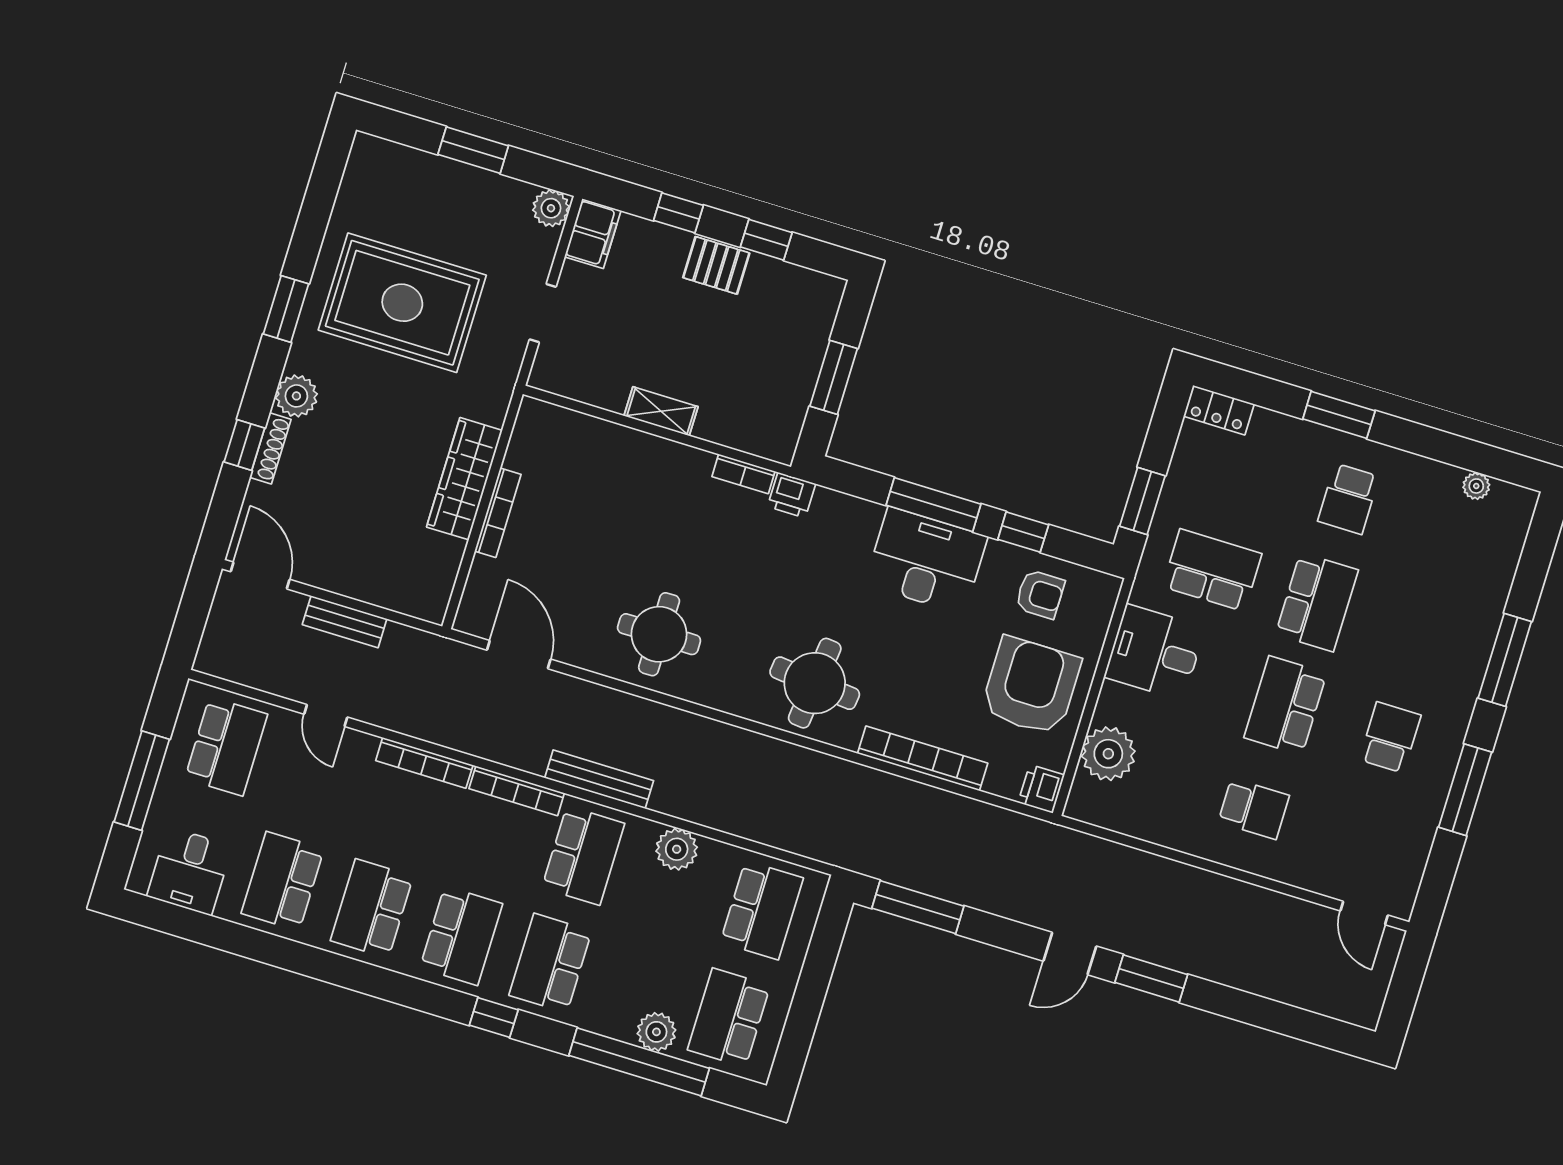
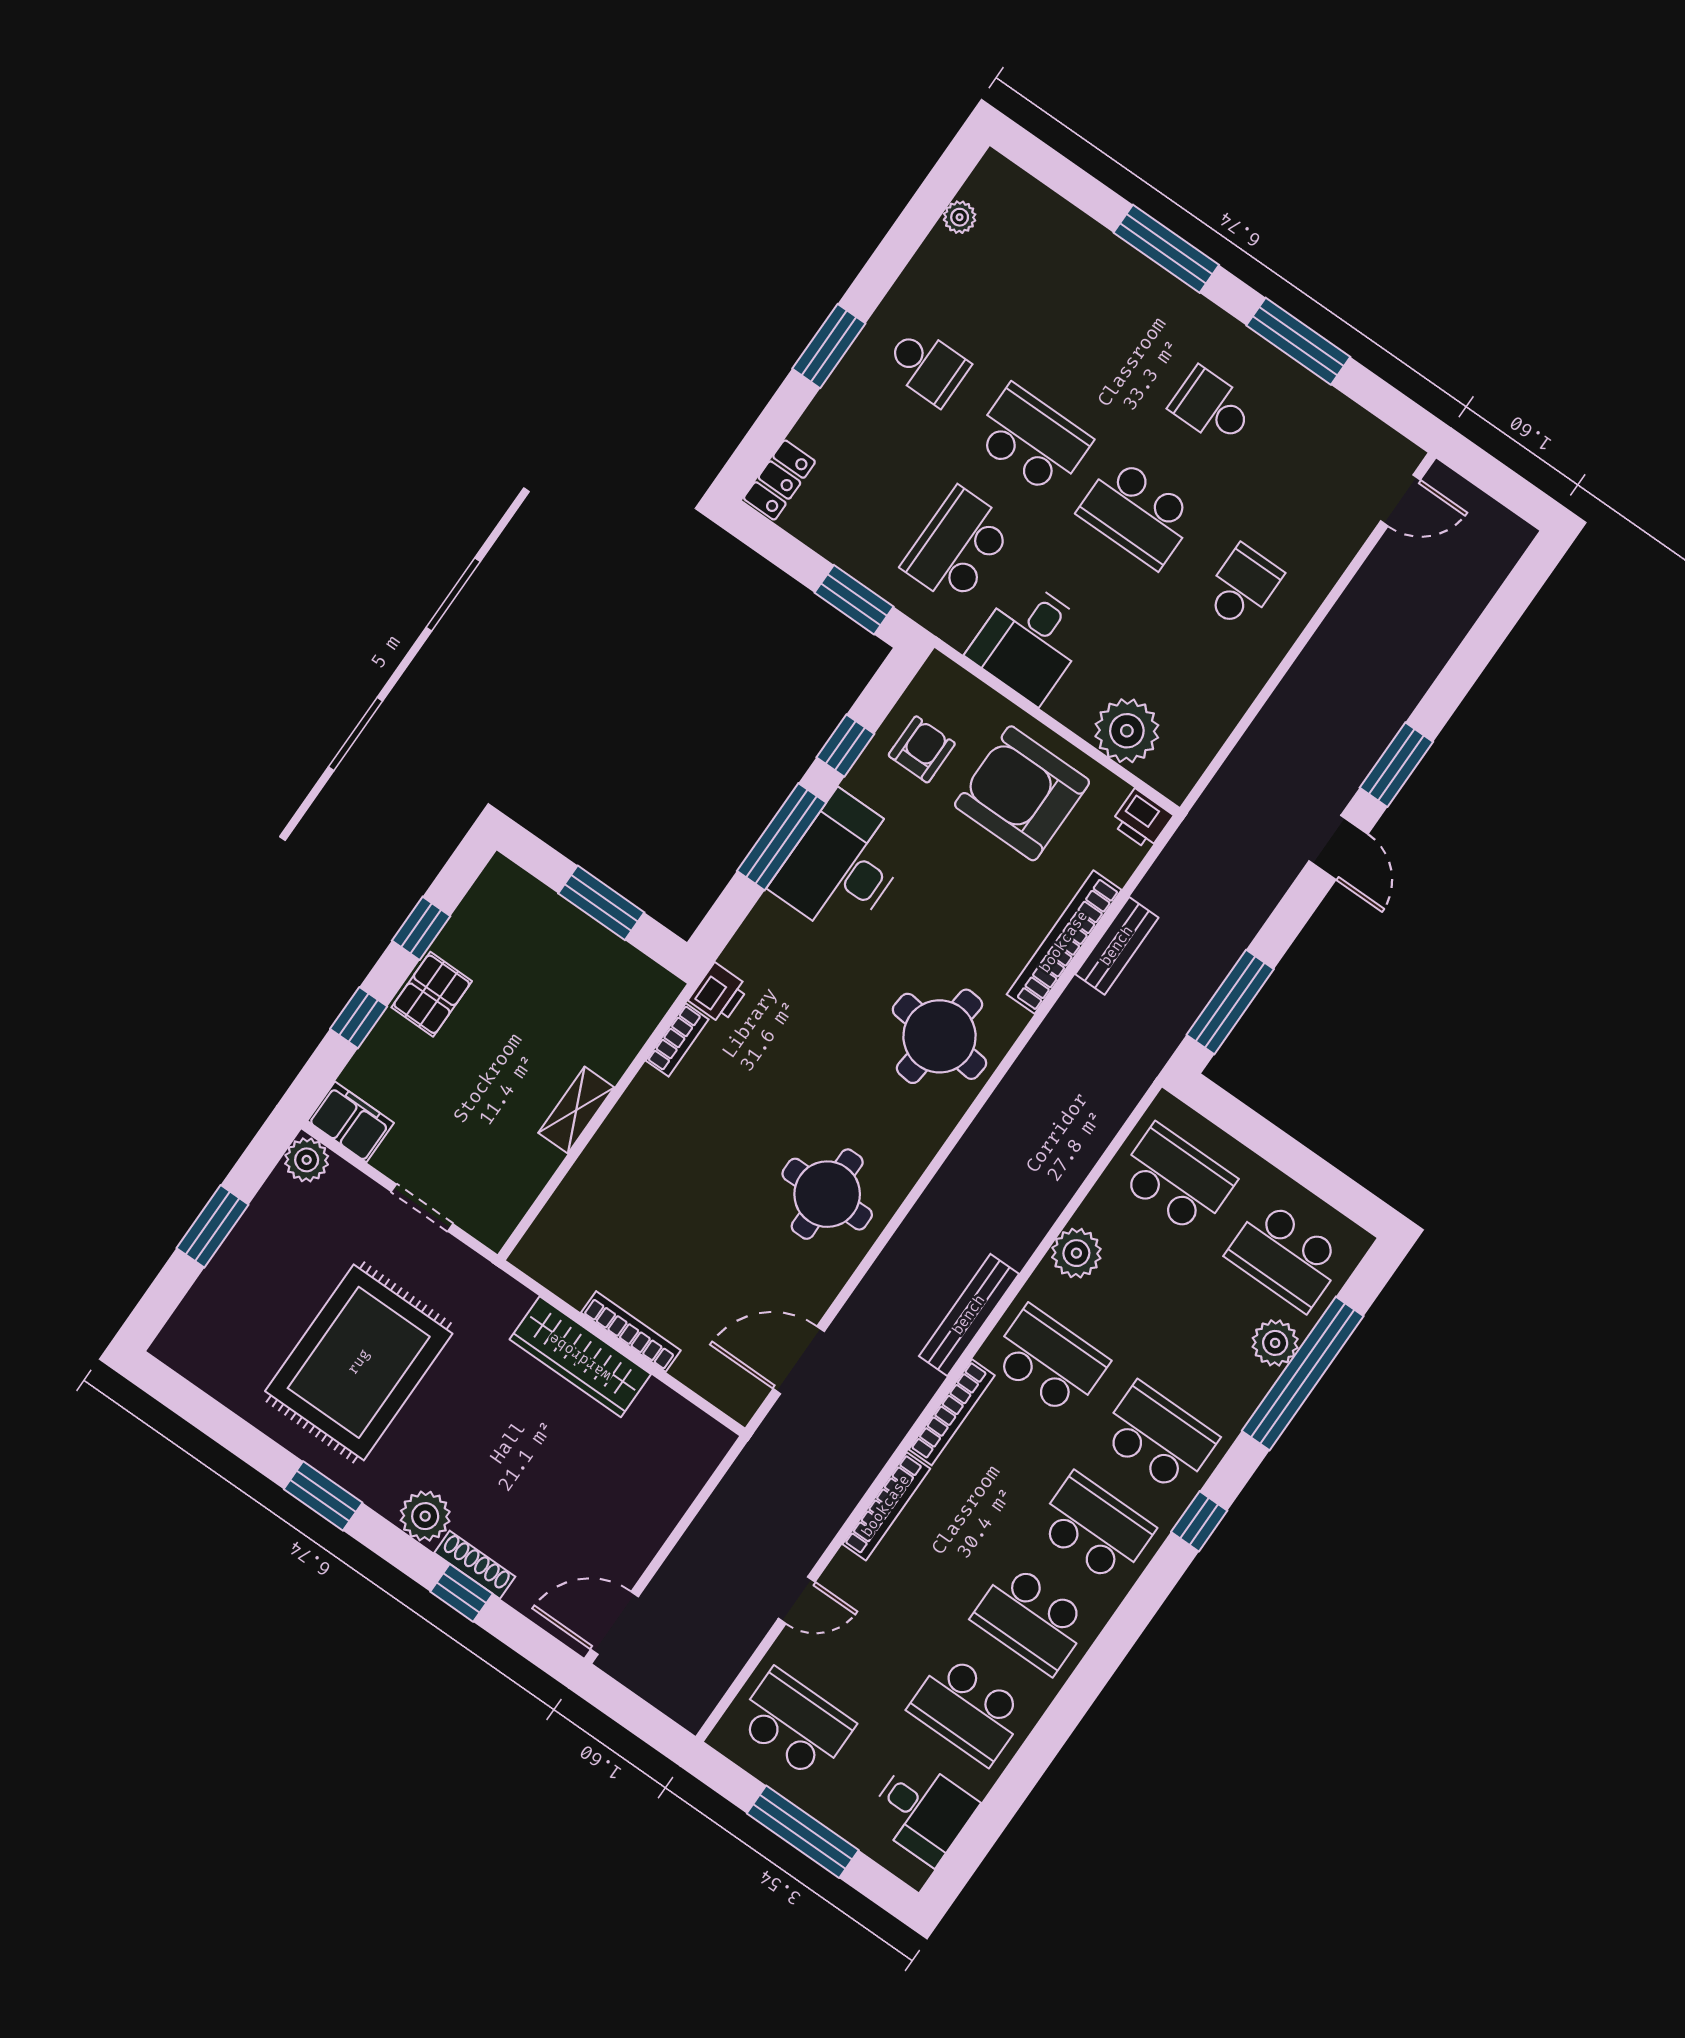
bench: (345, 622) -> (1117, 946), moved
school desk: (550, 963) -> (1159, 1437), turned 180

